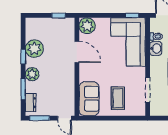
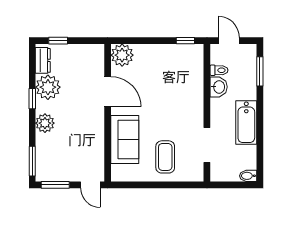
window: (59, 15) -> (58, 41), moved
corner sofa: (128, 42) -> (179, 78), removed
window: (23, 89) -> (32, 161), moved
sofa: (89, 99) -> (125, 140), moved
dresser: (31, 103) -> (43, 60), moved

